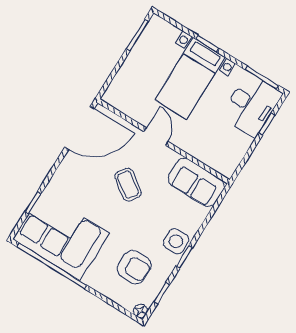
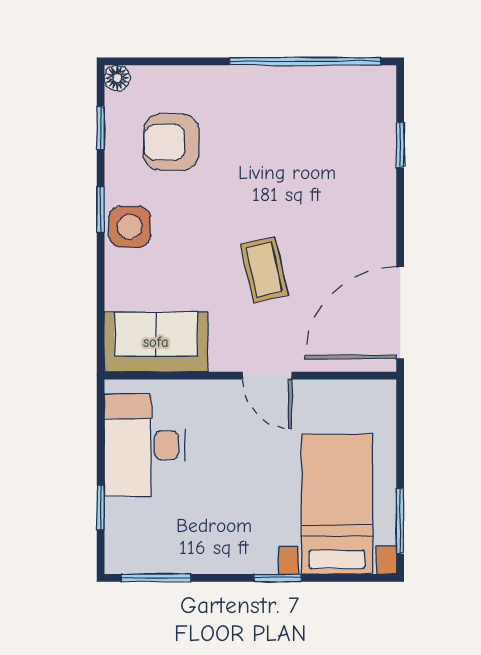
bed with nightstands: (190, 78) -> (337, 504), moved
desk: (251, 105) -> (145, 445), moved
coffee table: (128, 185) -> (264, 270), turned 42
corner sofa: (61, 236) -> (321, 119), removed

